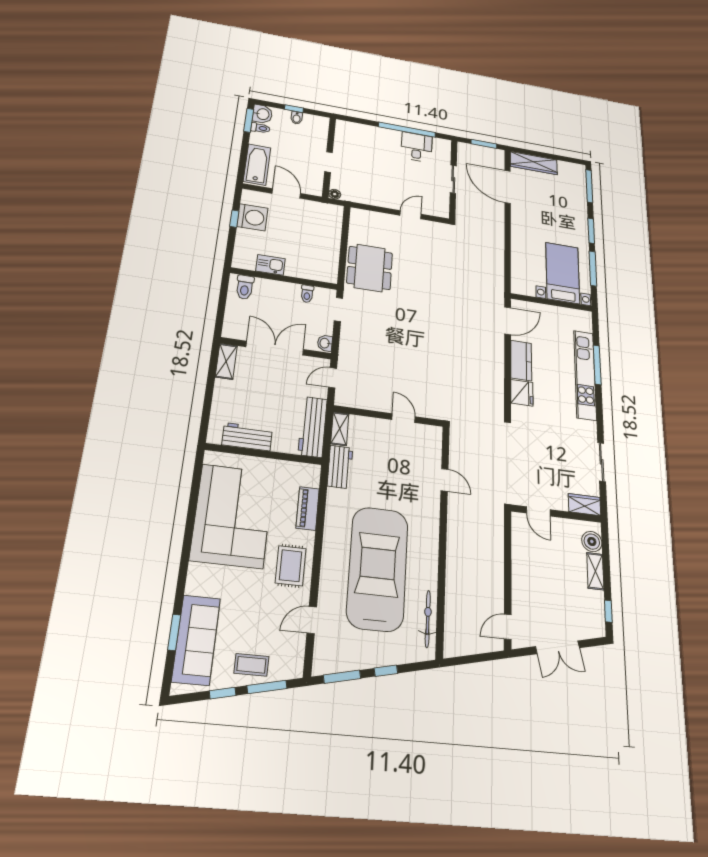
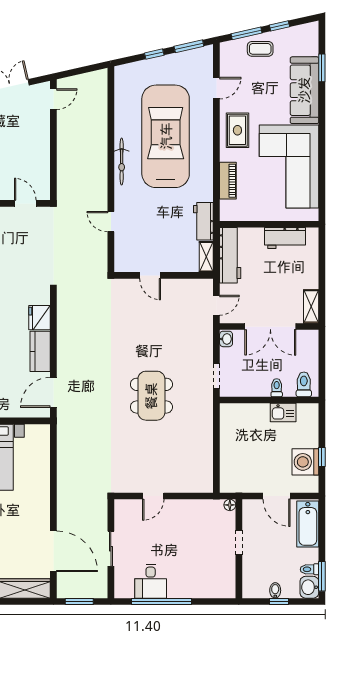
dining table: (370, 268) -> (151, 396), moved
toilet: (307, 294) -> (277, 388), moved
car: (378, 568) -> (166, 136), turned 180
bicycle: (428, 619) -> (122, 162), moved
sofa: (196, 640) -> (304, 90), moved

